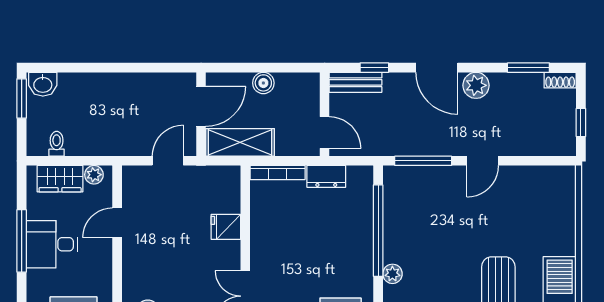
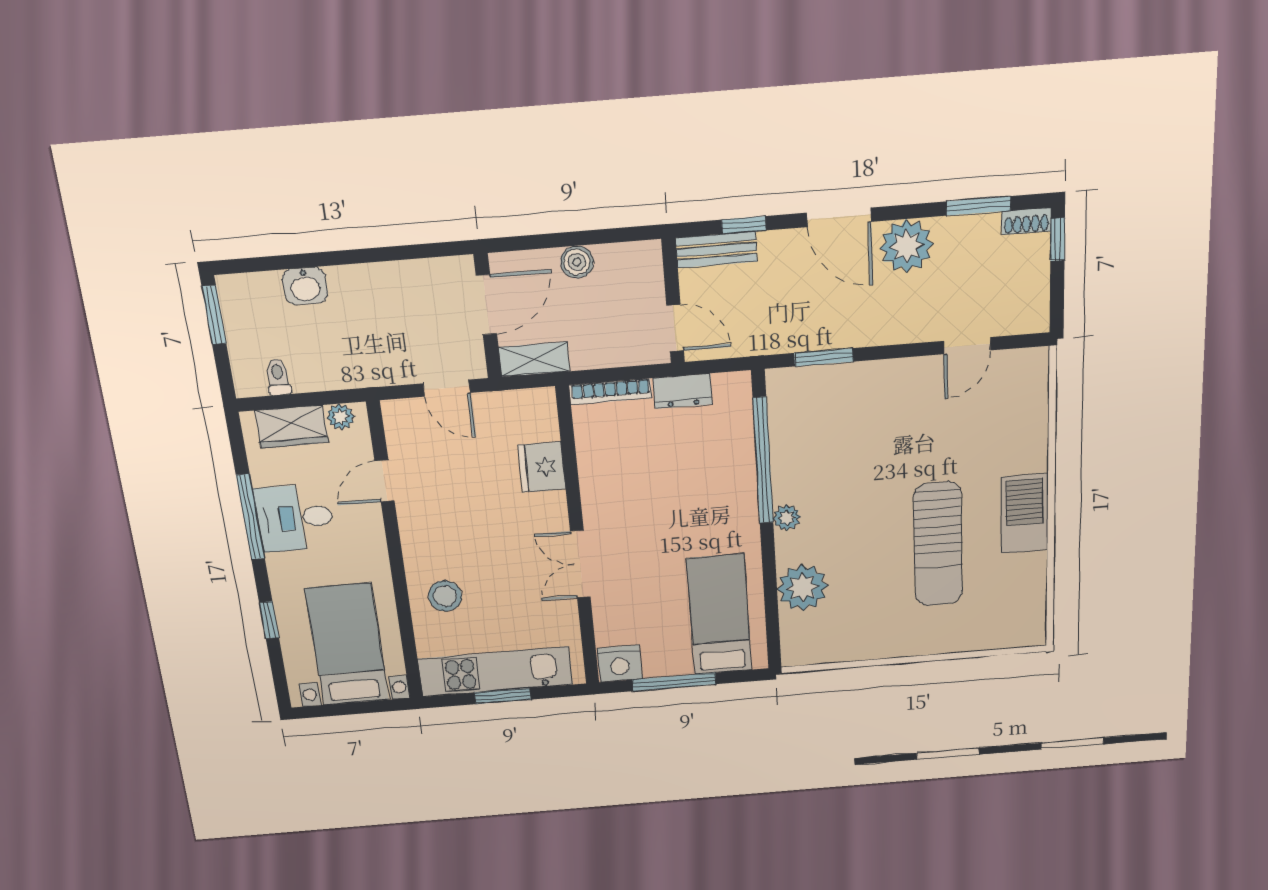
washbasin: (43, 84) -> (305, 286), moved
plant: (476, 85) -> (907, 246), width x1.36, depth x1.36
window: (581, 123) -> (1058, 239), moved
shelving: (240, 142) -> (534, 359), width x0.67, depth x0.75
door: (168, 161) -> (447, 388), swing flipped
window: (423, 161) -> (824, 357), width x0.69
door: (483, 161) -> (967, 346), moved
fridge: (226, 227) -> (542, 467), width x1.38

